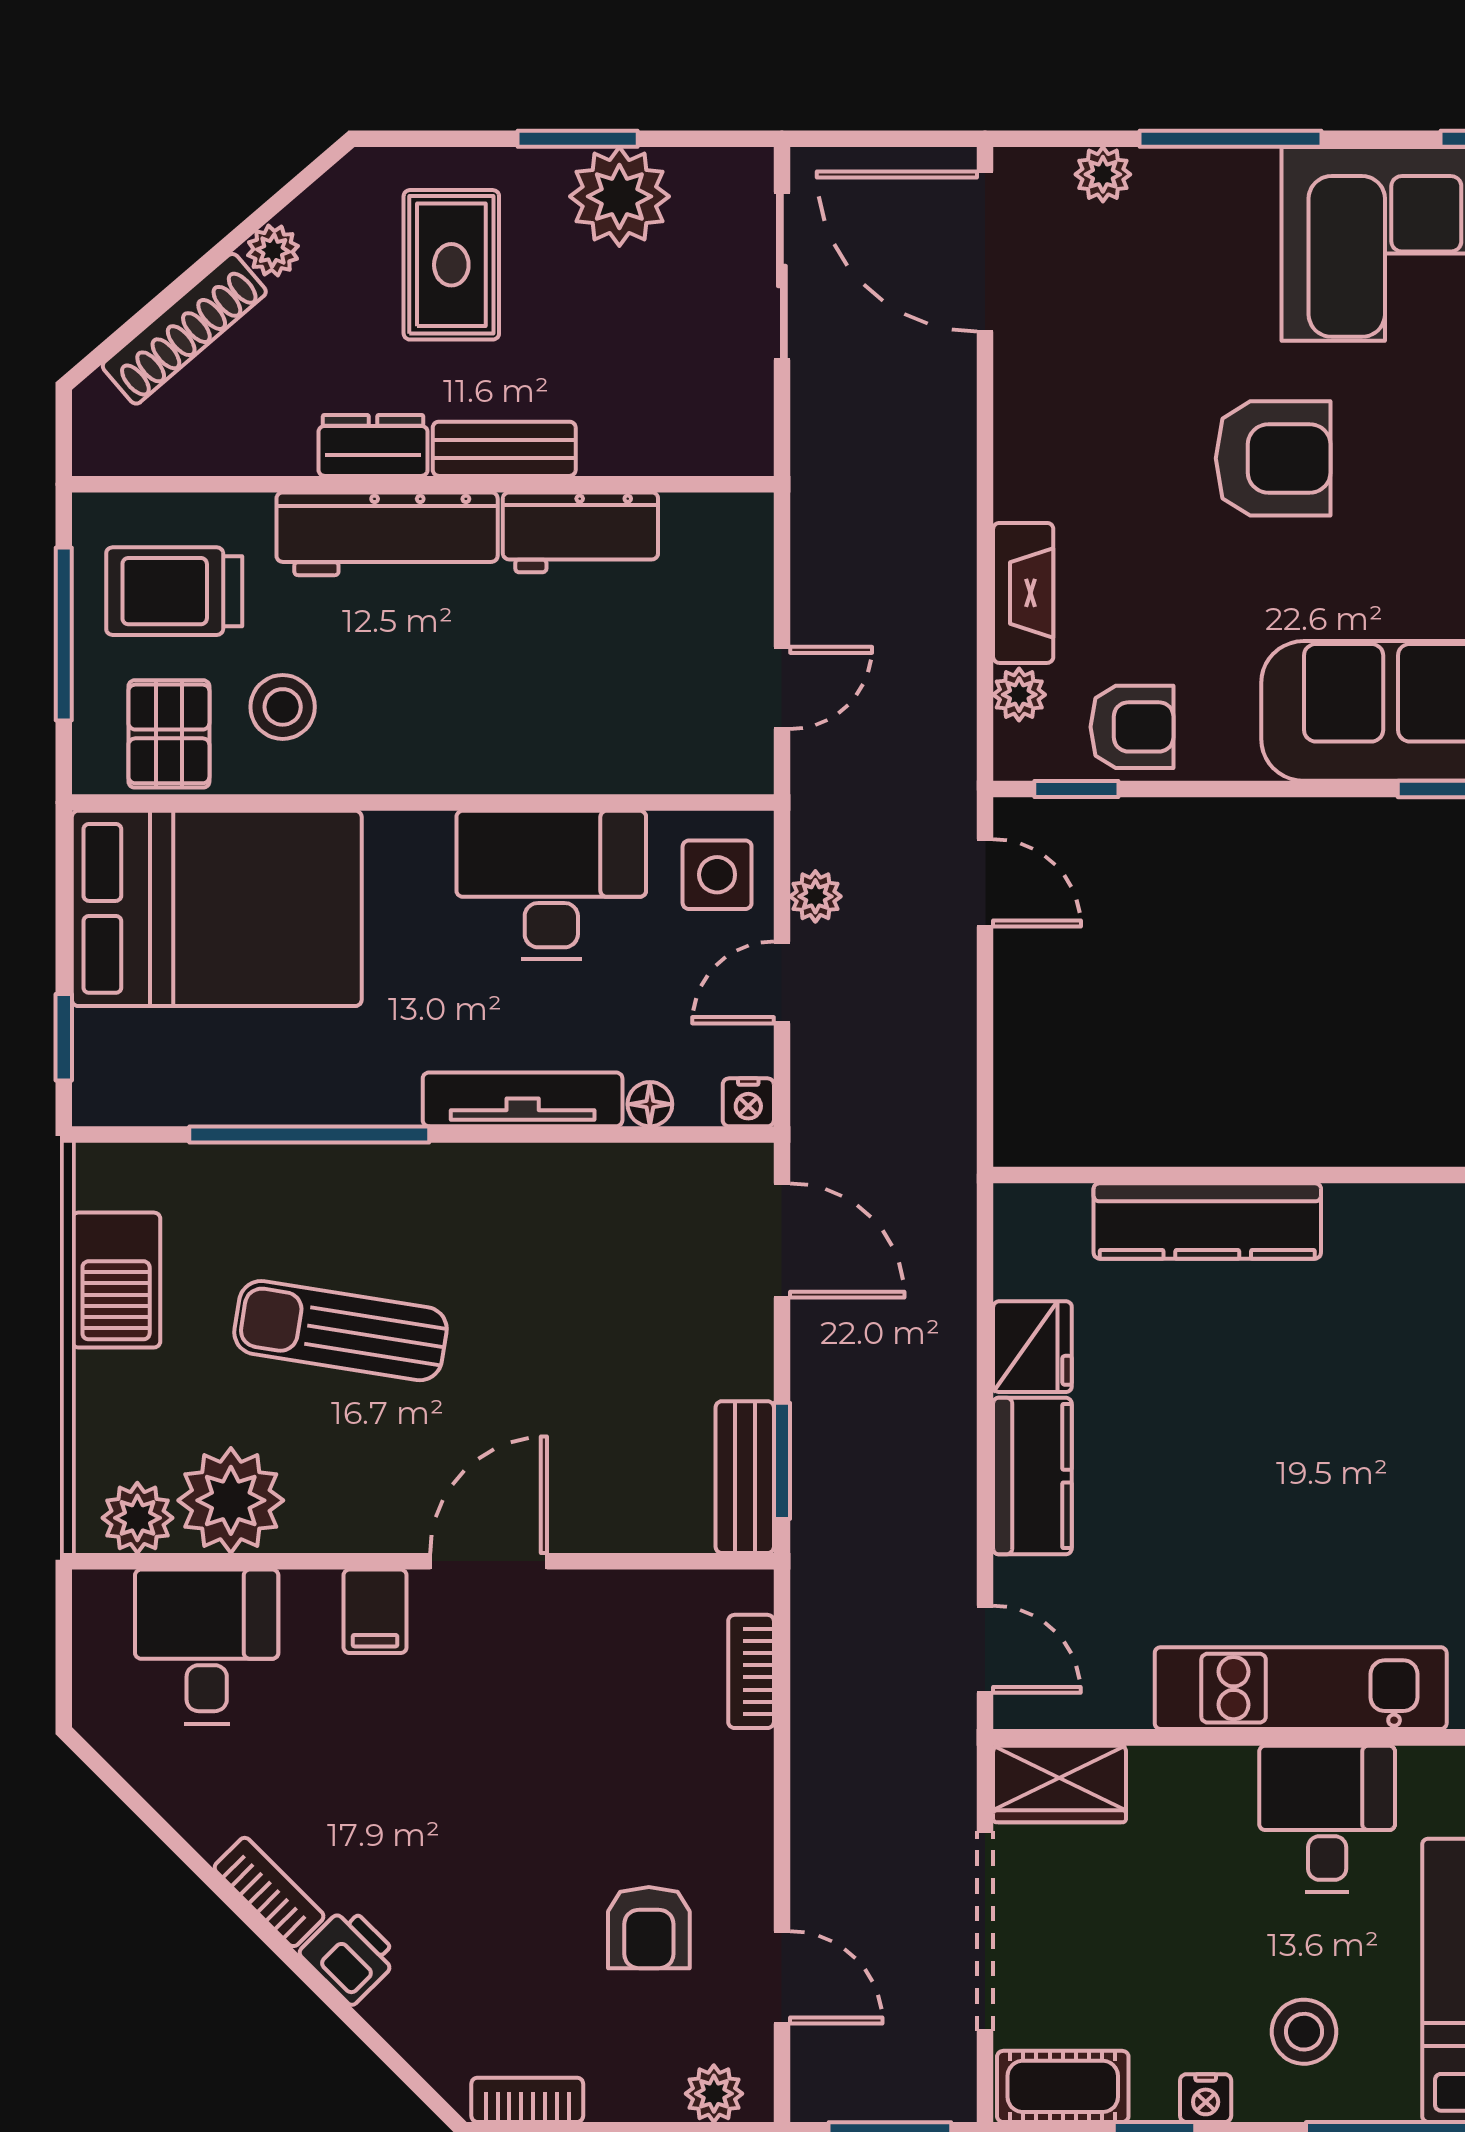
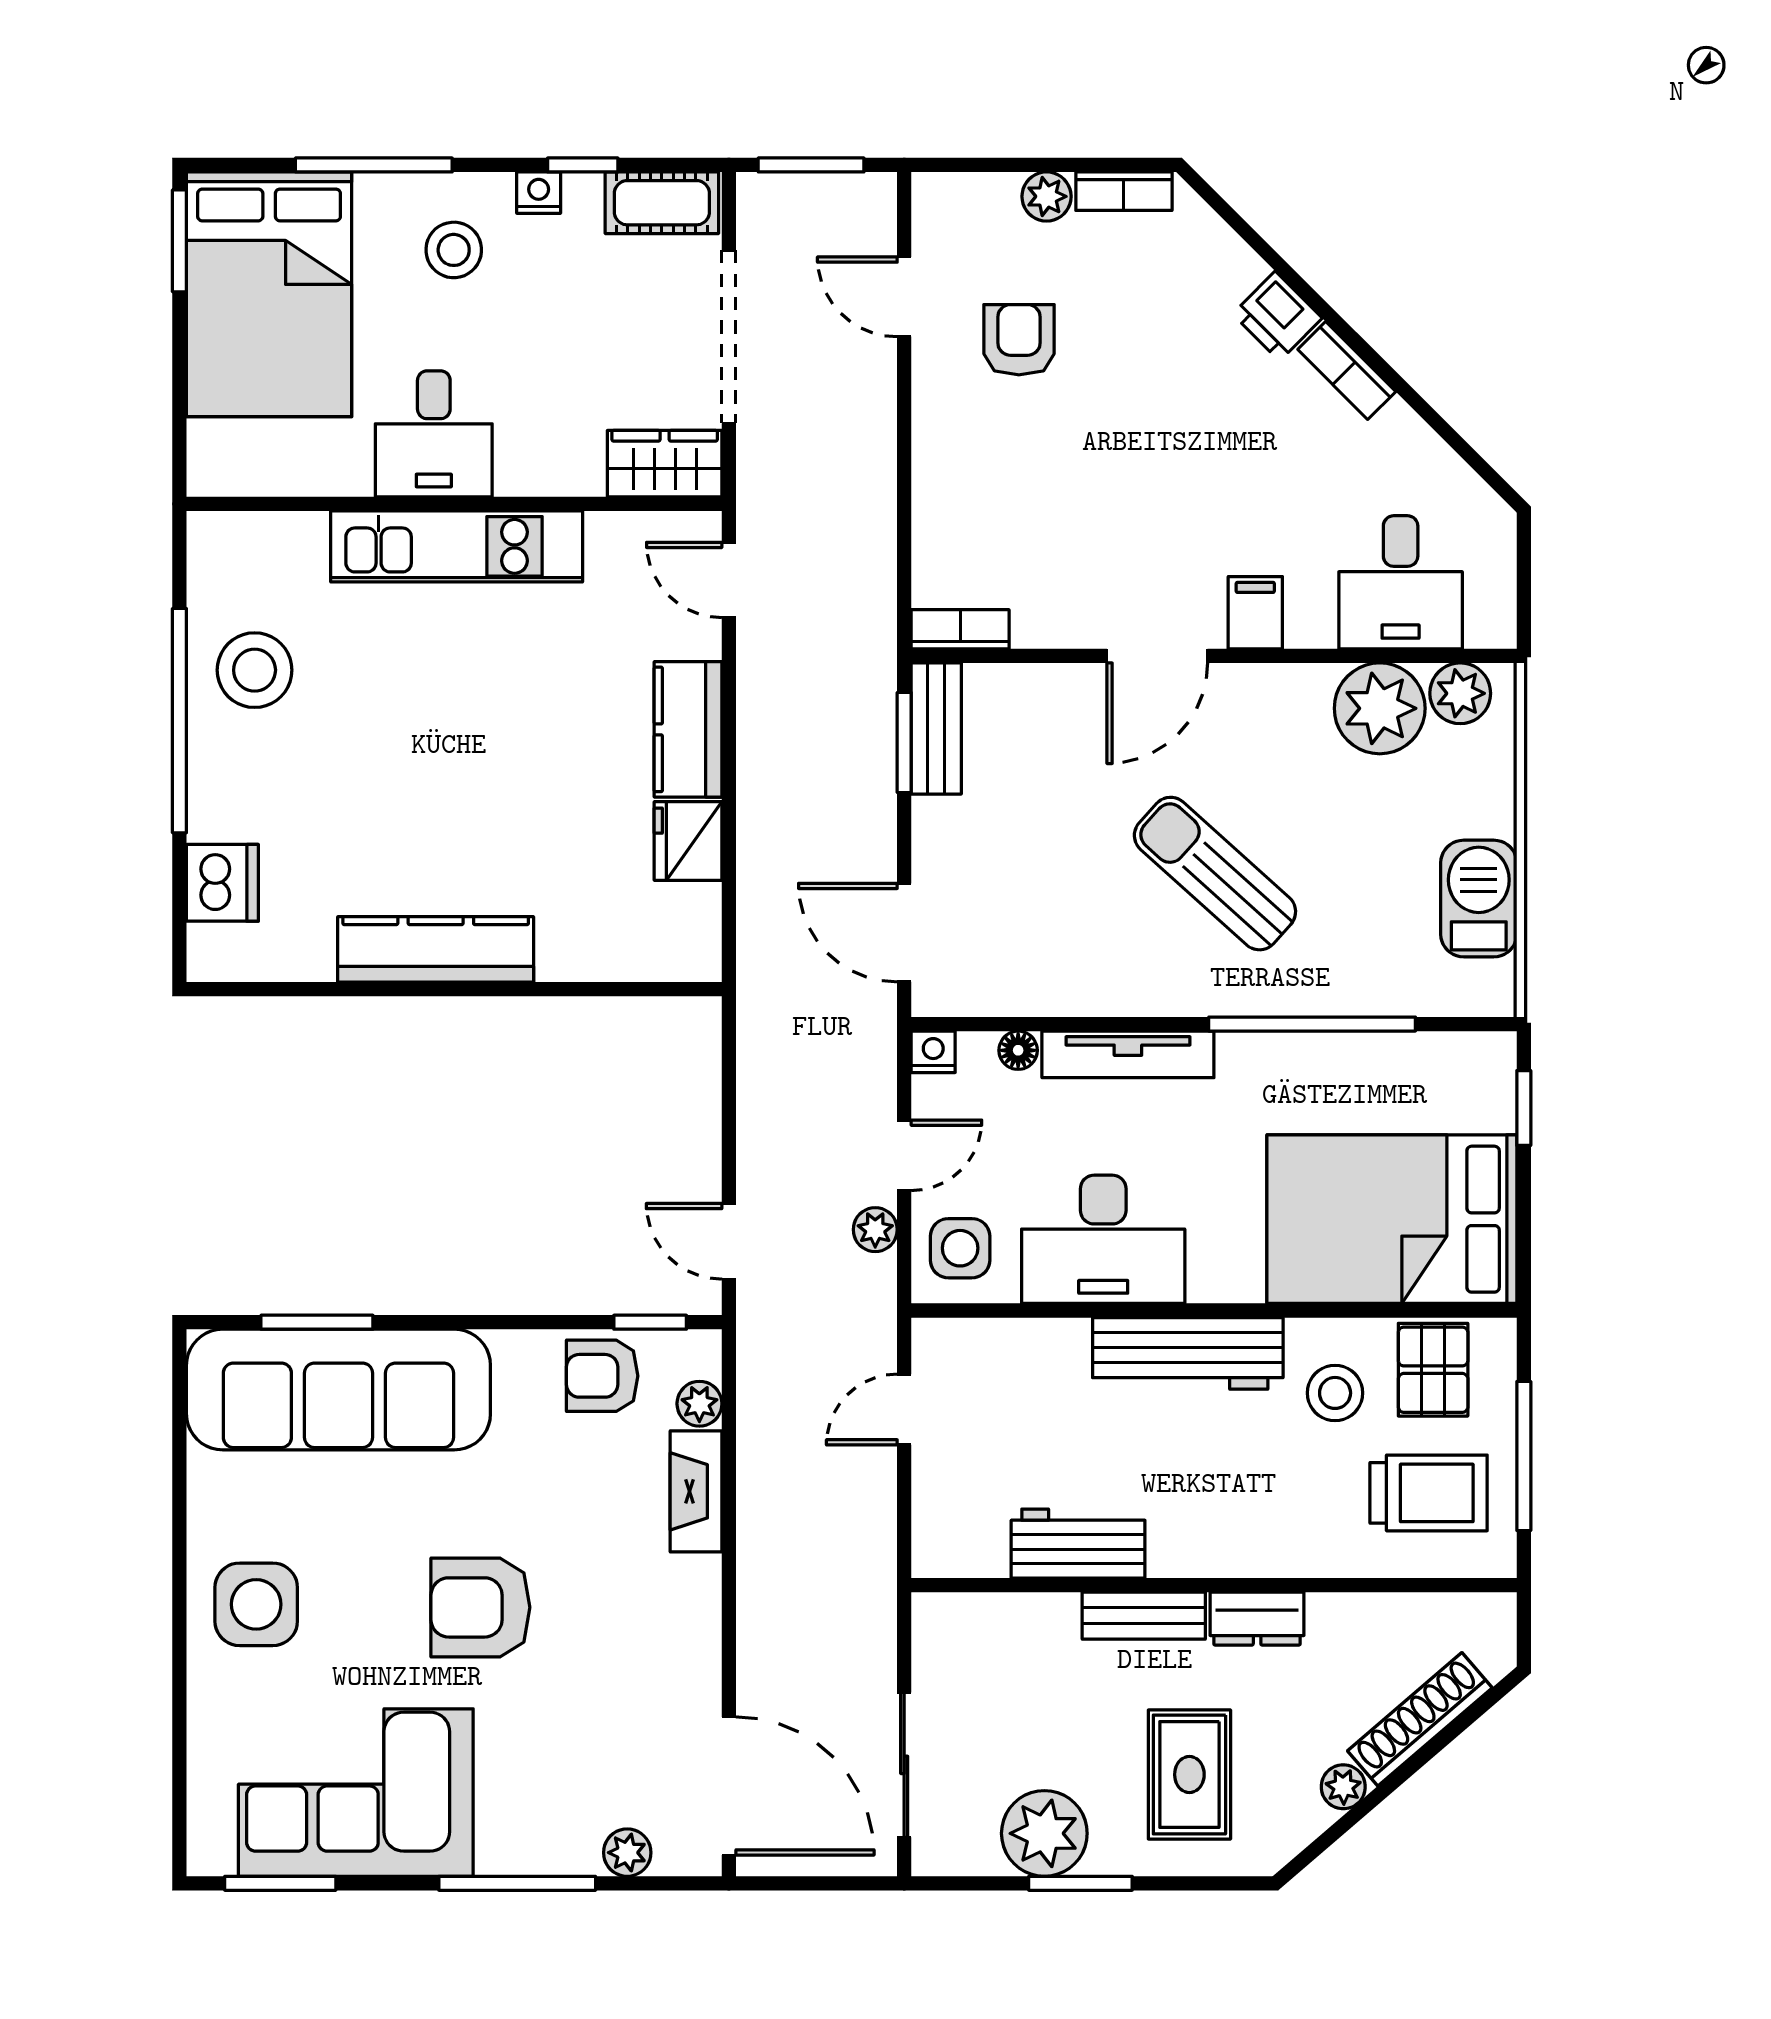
workbench: (387, 534) -> (1188, 1353), moved, turned 180
kitchen counter: (1207, 1221) -> (436, 949), moved
sun lounger: (340, 1331) -> (1215, 874), moved, turned -147
bookcase: (751, 1671) -> (960, 629), moved, turned -90
plant: (714, 2094) -> (1047, 196), moved

